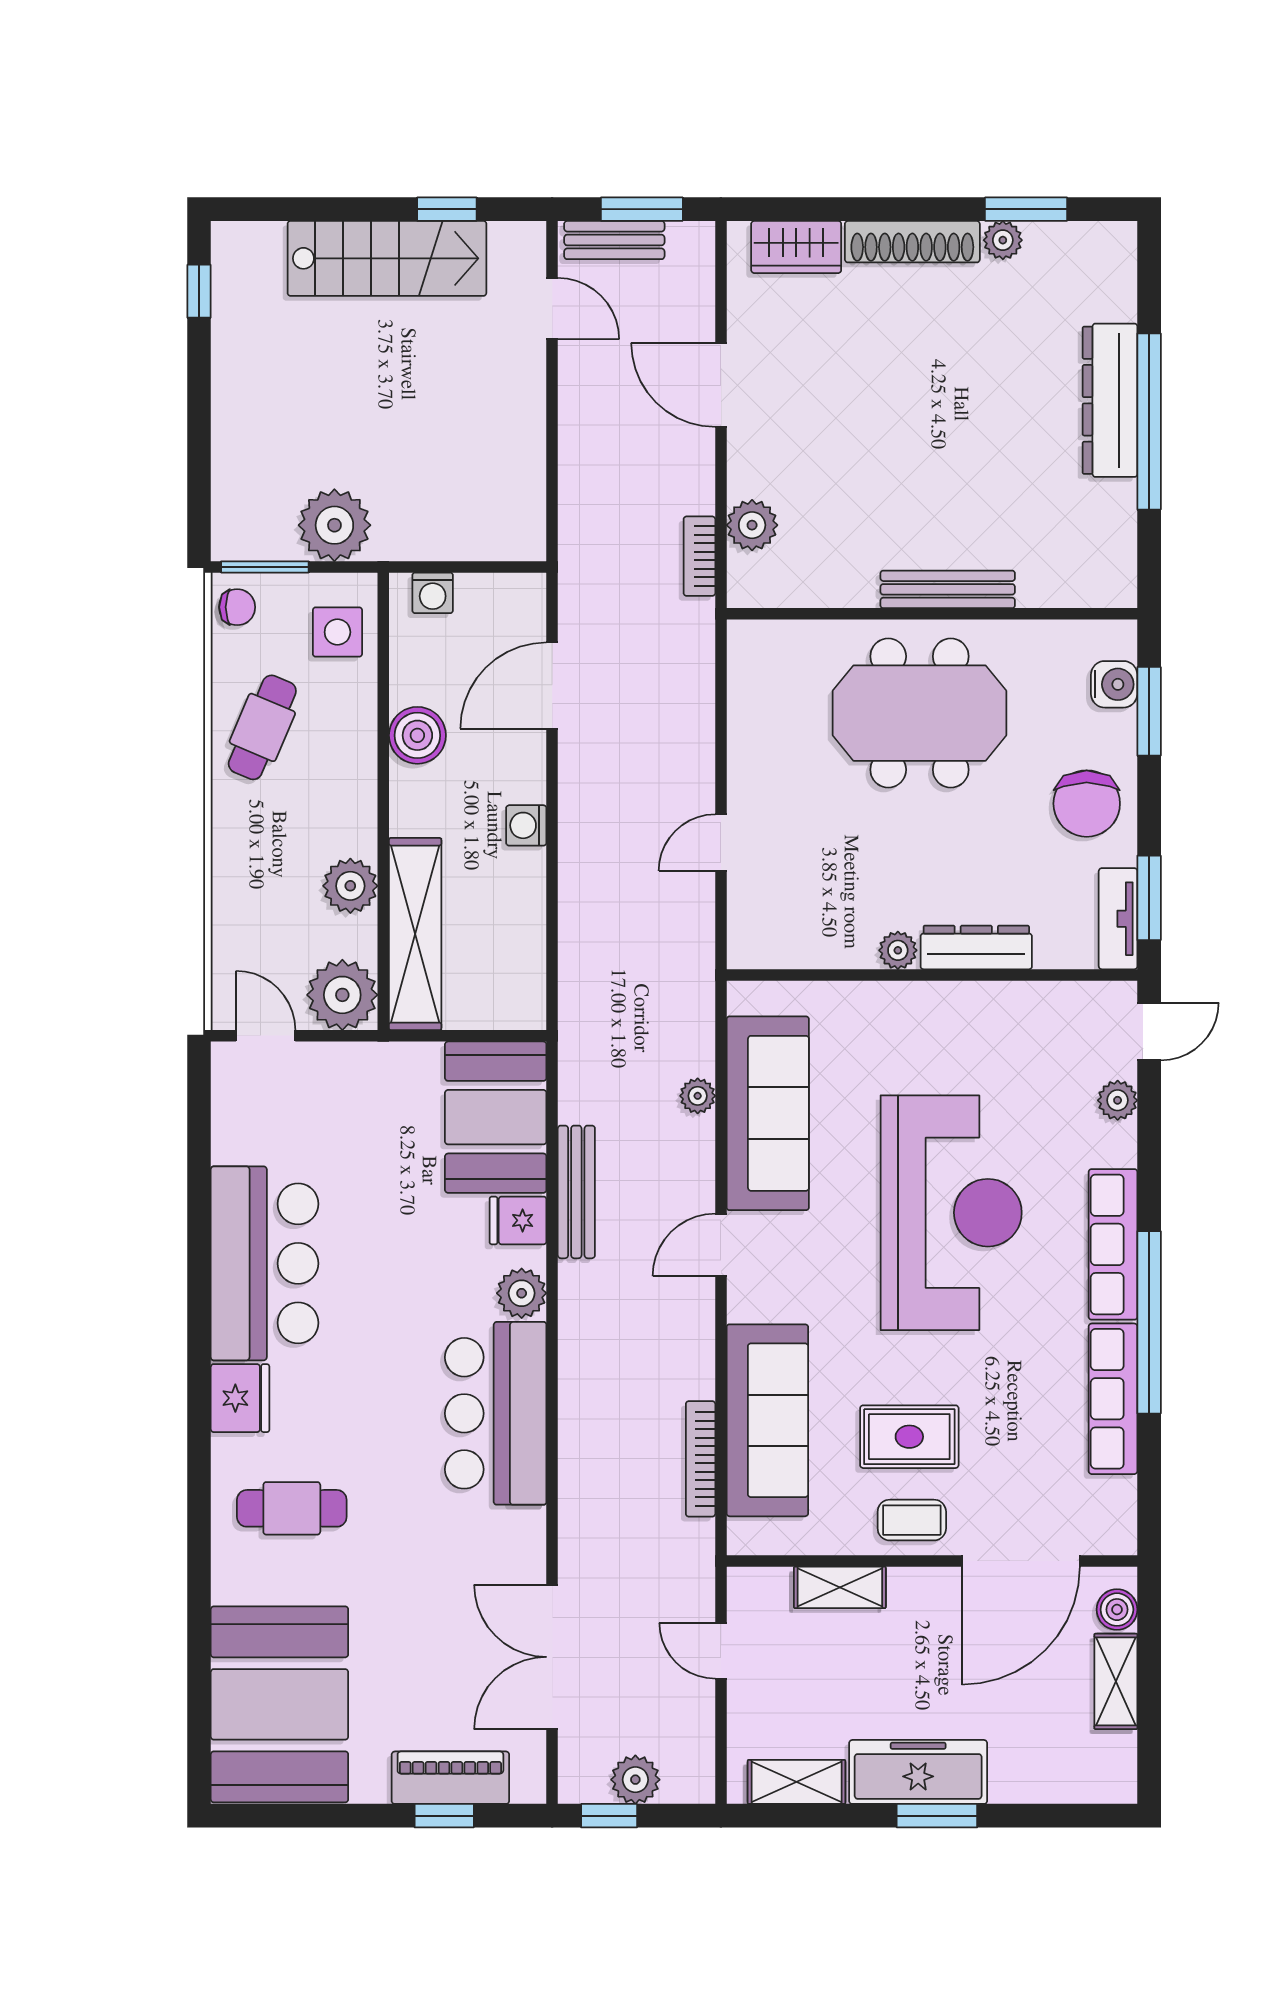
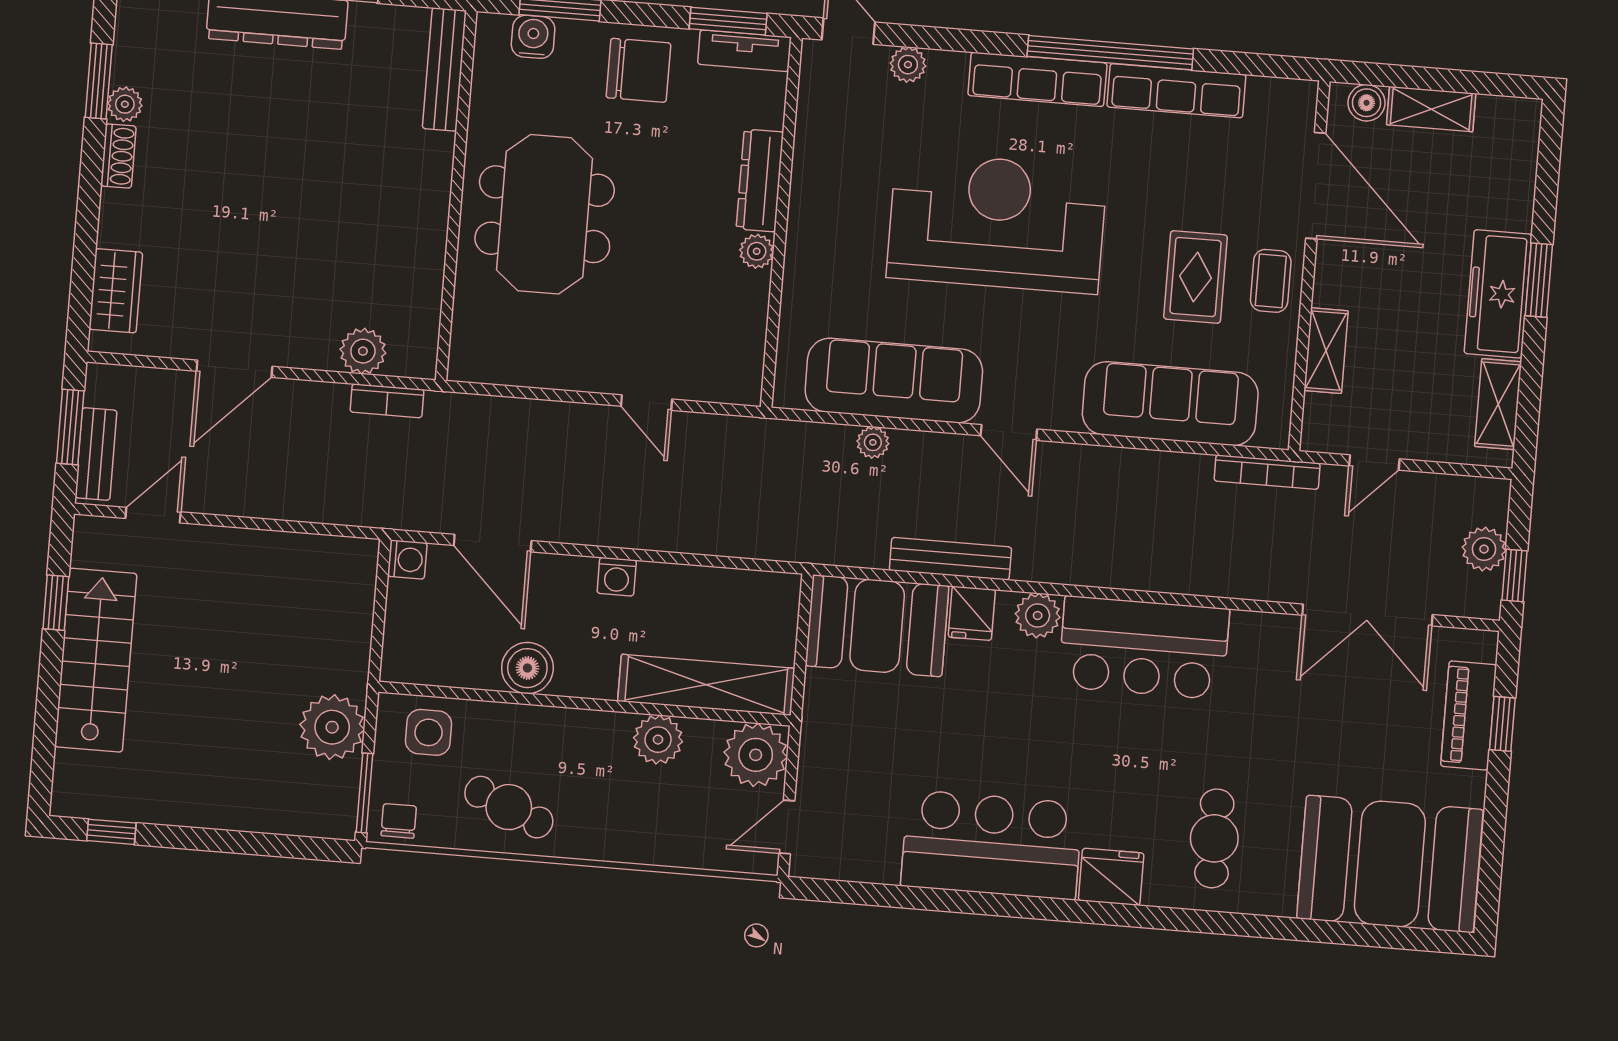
shoe rack: (912, 242) -> (118, 156), width x0.51, depth x0.81
bench: (948, 589) -> (444, 69), moved
washing machine: (433, 593) -> (407, 560), moved
bookcase: (701, 1459) -> (1267, 472), moved

